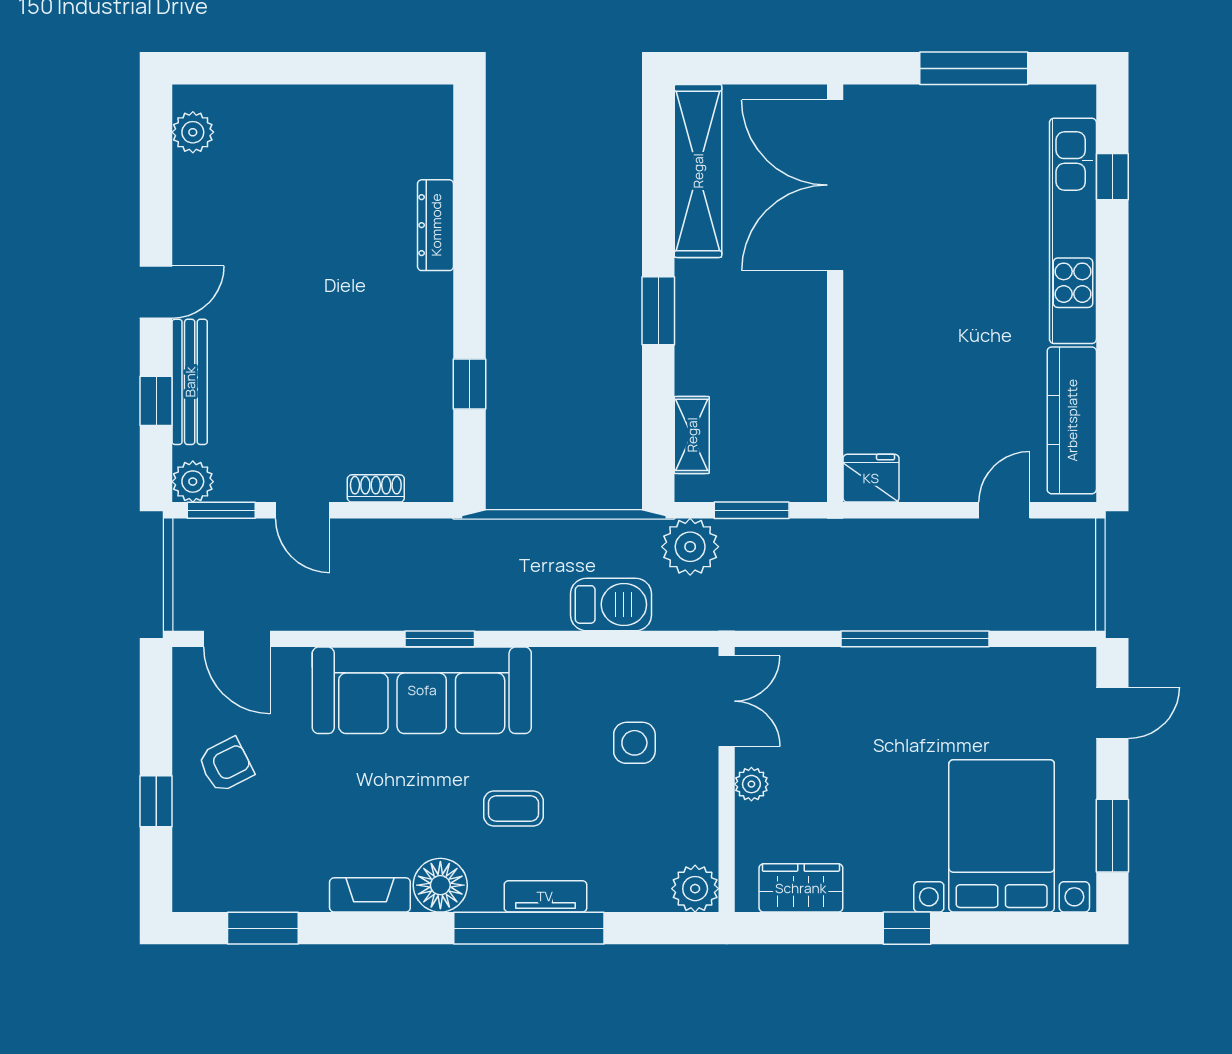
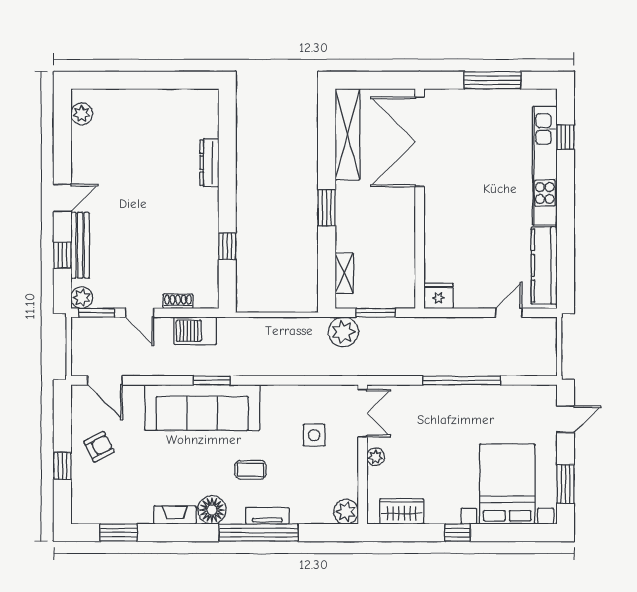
barbecue: (611, 604) -> (195, 331), moved, turned 180

